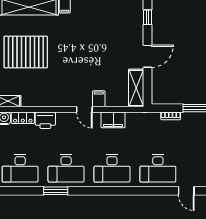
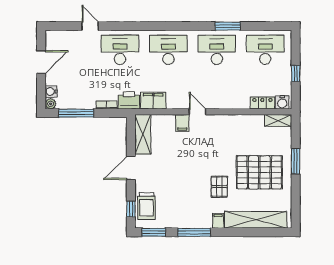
trolley: (133, 20) -> (147, 206), added
pallet: (64, 38) -> (219, 187), added
printer: (45, 120) -> (129, 100), moved
filing cabinet: (113, 120) -> (153, 101), moved

